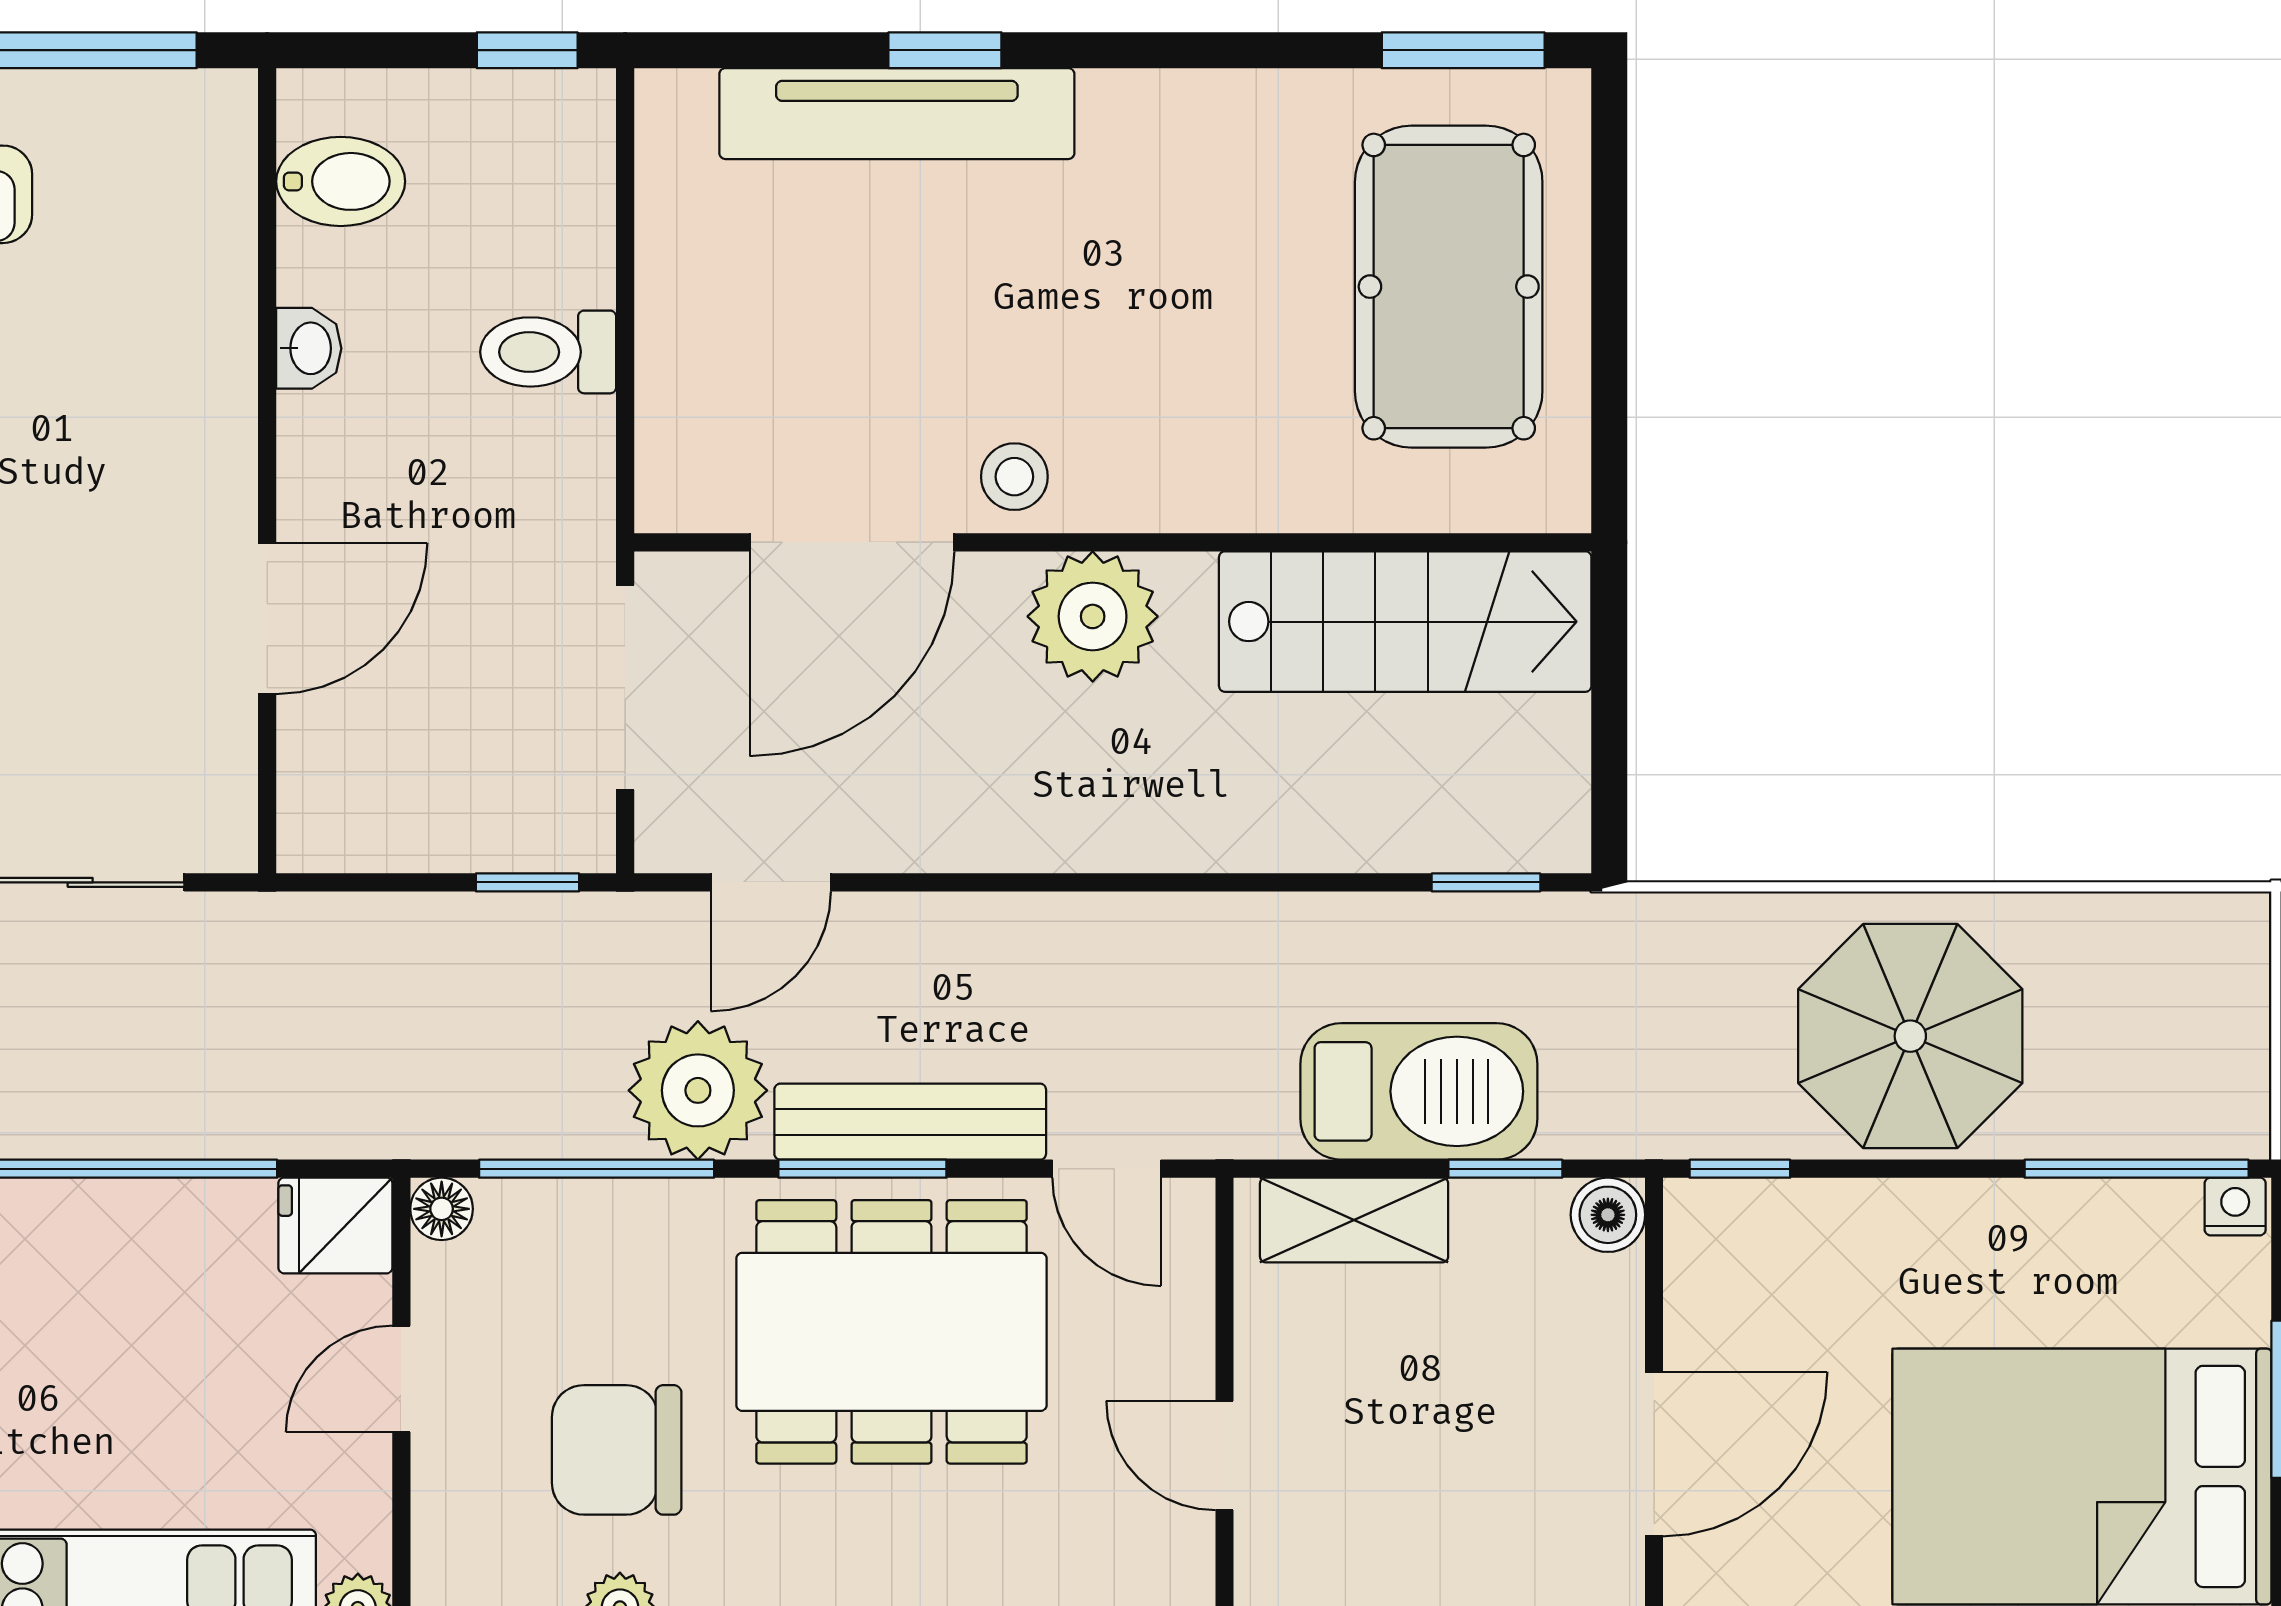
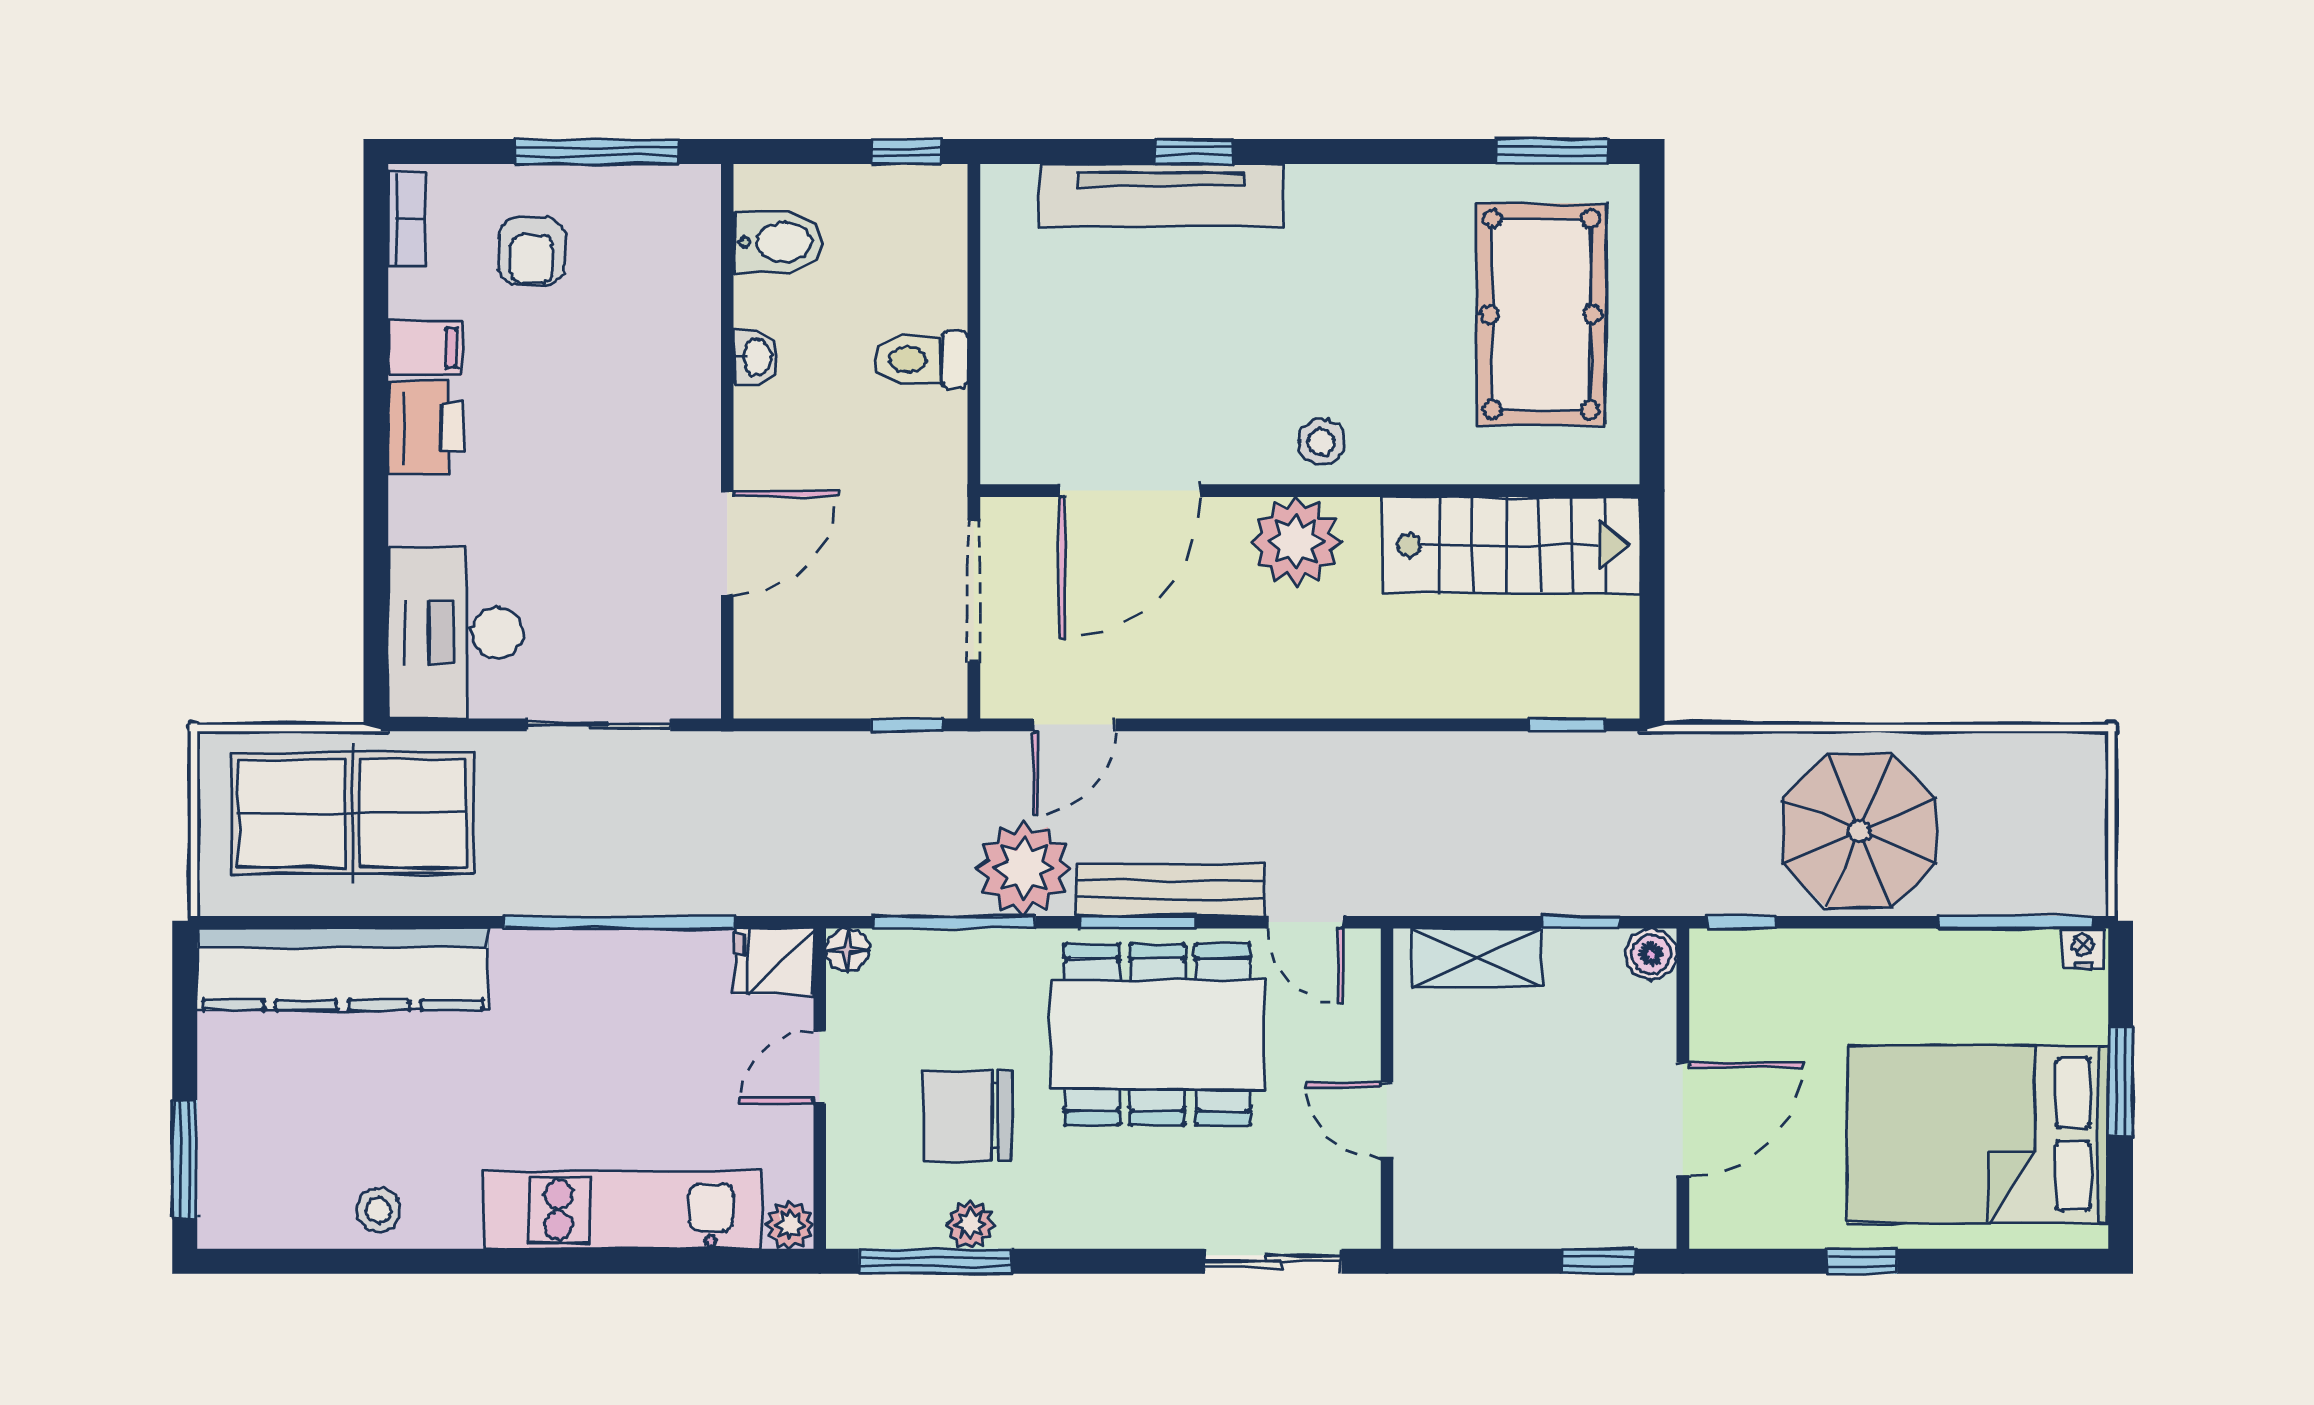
stool: (1014, 477) -> (1321, 442), moved
barbecue: (1419, 1091) -> (1521, 869), removed

